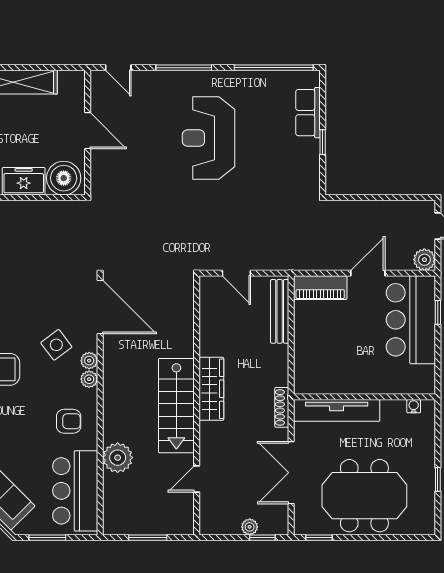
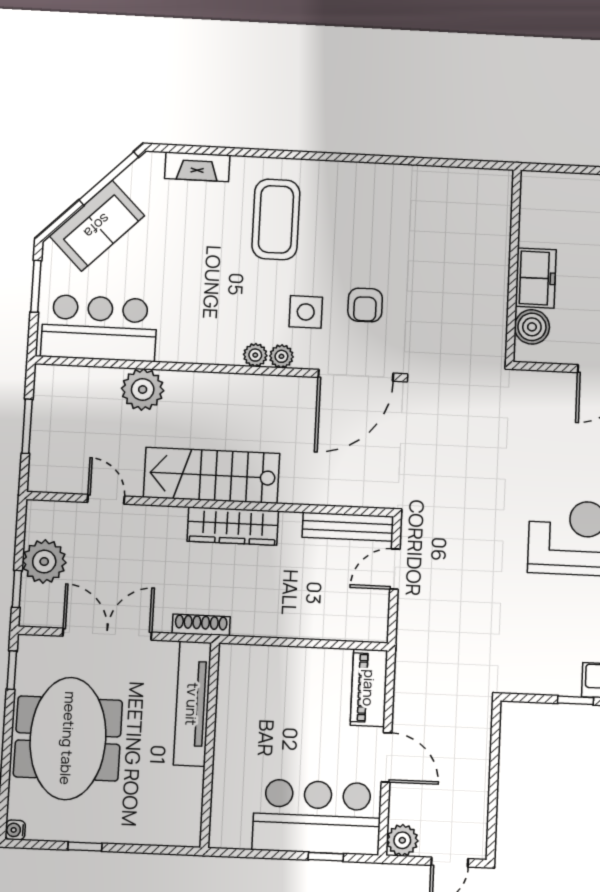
boiler: (64, 178) -> (532, 327), width x0.73, depth x0.73
bench: (280, 311) -> (348, 527), moved
side table: (56, 345) -> (306, 312), turned 37
water cooler: (414, 406) -> (15, 830), moved, turned 180
armchair: (69, 421) -> (365, 305), moved
plant: (250, 527) -> (44, 562), width x1.87, depth x1.87

